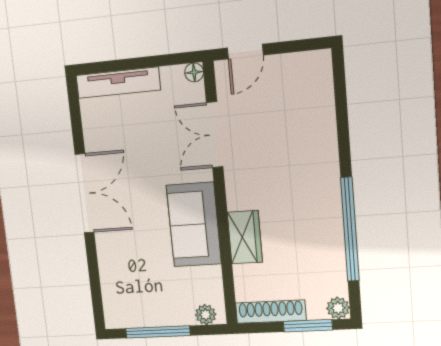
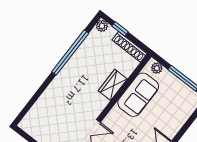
sofa: (194, 225) -> (138, 95), moved
window: (308, 326) -> (120, 29), width x0.67

